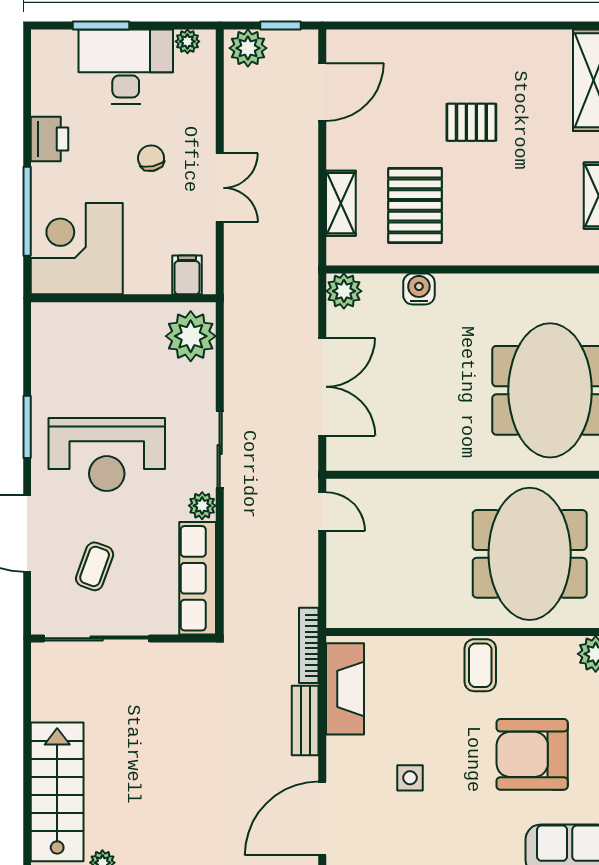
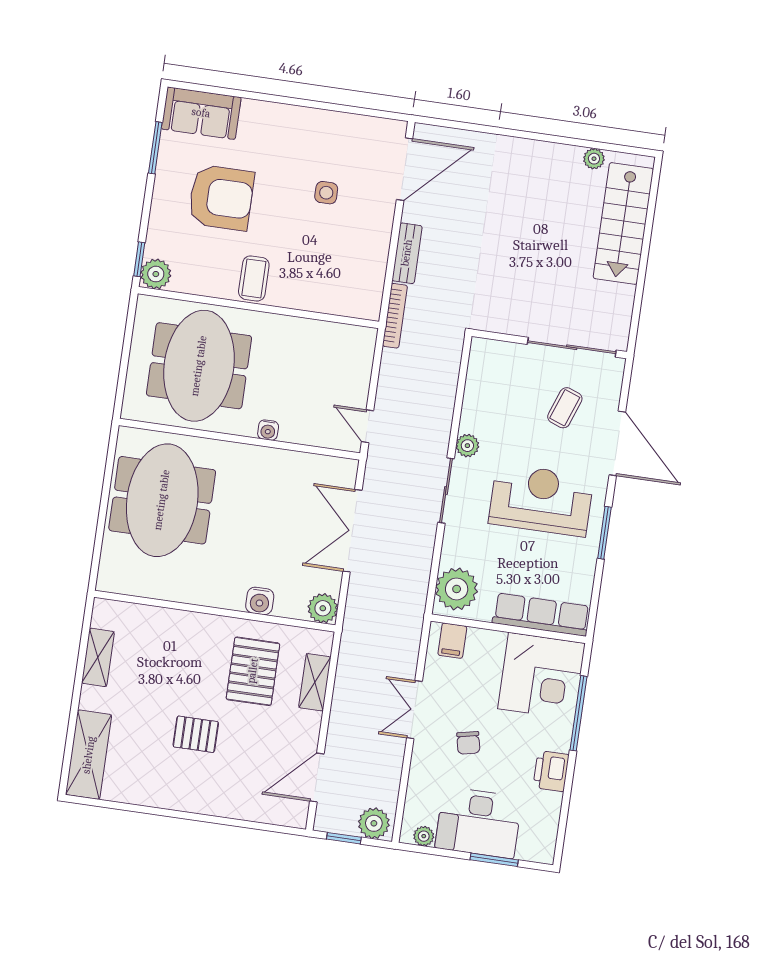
water cooler: (438, 490) -> (268, 430), added
row of seats: (198, 578) -> (541, 615), moved, turned -90
fireplace: (345, 689) -> (370, 275), removed

